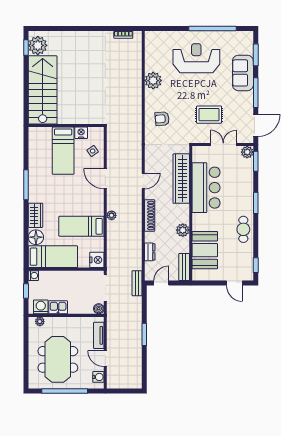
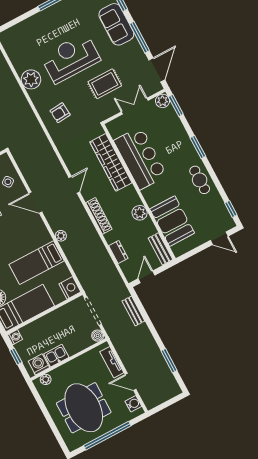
reception desk: (196, 58) -> (71, 58), moved
bench: (137, 283) -> (133, 311), moved
window: (144, 334) -> (169, 361), moved

